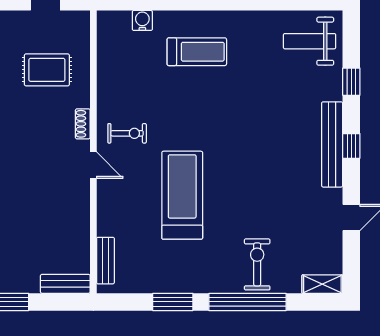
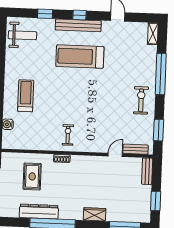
weight bench: (310, 41) -> (22, 35), turned -90
door: (93, 165) -> (115, 155), moved
treadmill: (182, 195) -> (80, 56), moved
exercise bike: (257, 264) -> (141, 100), moved, turned 90
window: (173, 302) -> (158, 130), moved

